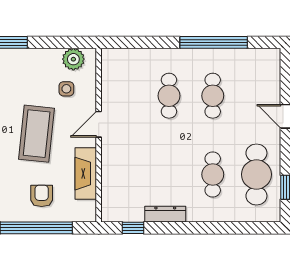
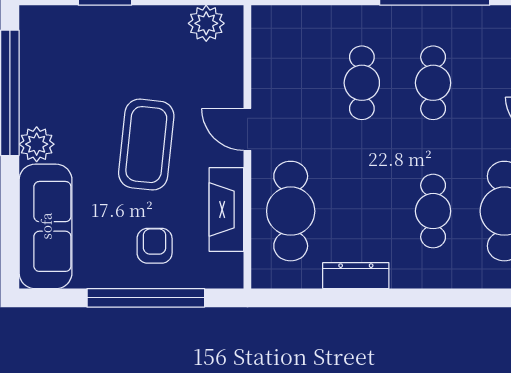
side table: (66, 89) -> (195, 72), removed
door: (99, 124) -> (247, 129), hinge flipped
cafe table: (125, 174) -> (291, 211), added
window: (133, 228) -> (303, 298), removed

